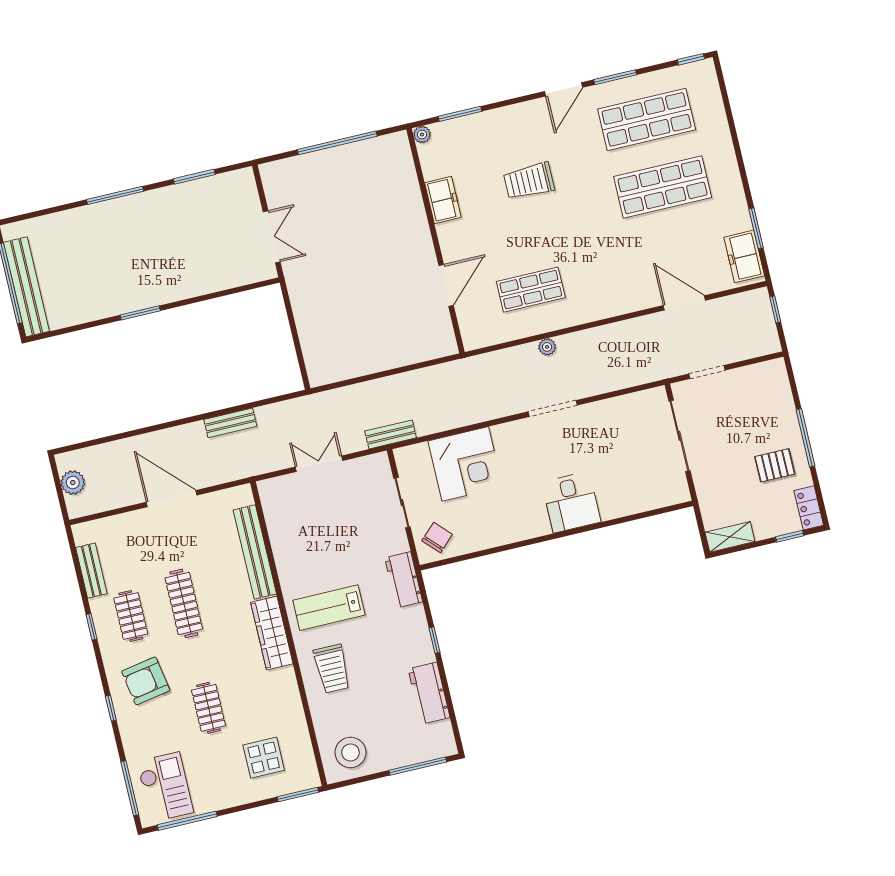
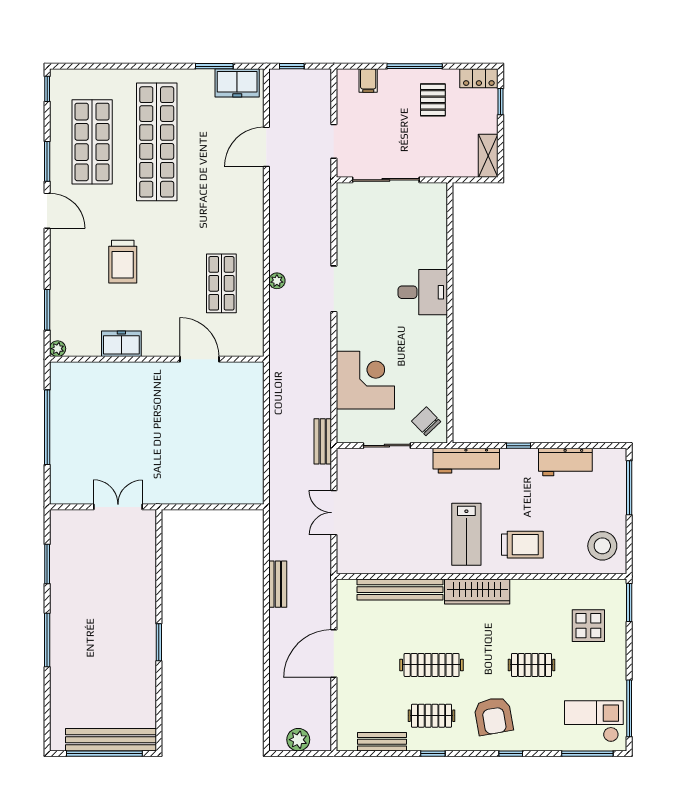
shop shelf: (663, 187) -> (157, 142), width x1.40
filing cabinet: (779, 393) -> (368, 81), added
workbench: (404, 580) -> (466, 461), width x1.38

